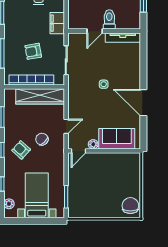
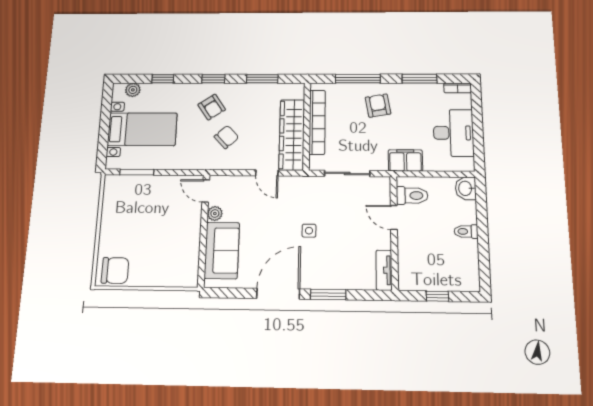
toilet: (109, 19) -> (412, 196), moved
tv unit: (123, 38) -> (384, 270), width x0.71
armchair: (33, 51) -> (378, 106), moved
window: (143, 72) -> (328, 295), added
door: (66, 126) -> (267, 173), moved
armchair: (21, 150) -> (212, 107), turned 104

